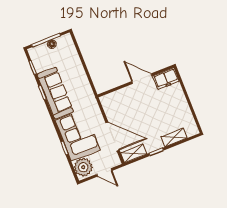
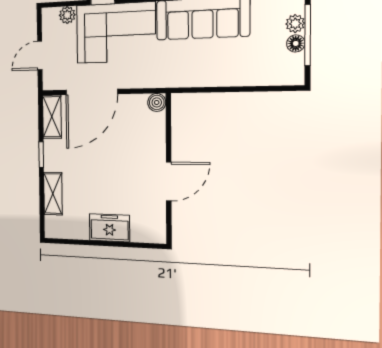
plant: (43, 48) -> (295, 24), added
freezer: (166, 79) -> (110, 228), moved, turned 90
boiler: (105, 100) -> (157, 102), added
plant: (83, 167) -> (67, 15), width x0.53, depth x0.53

